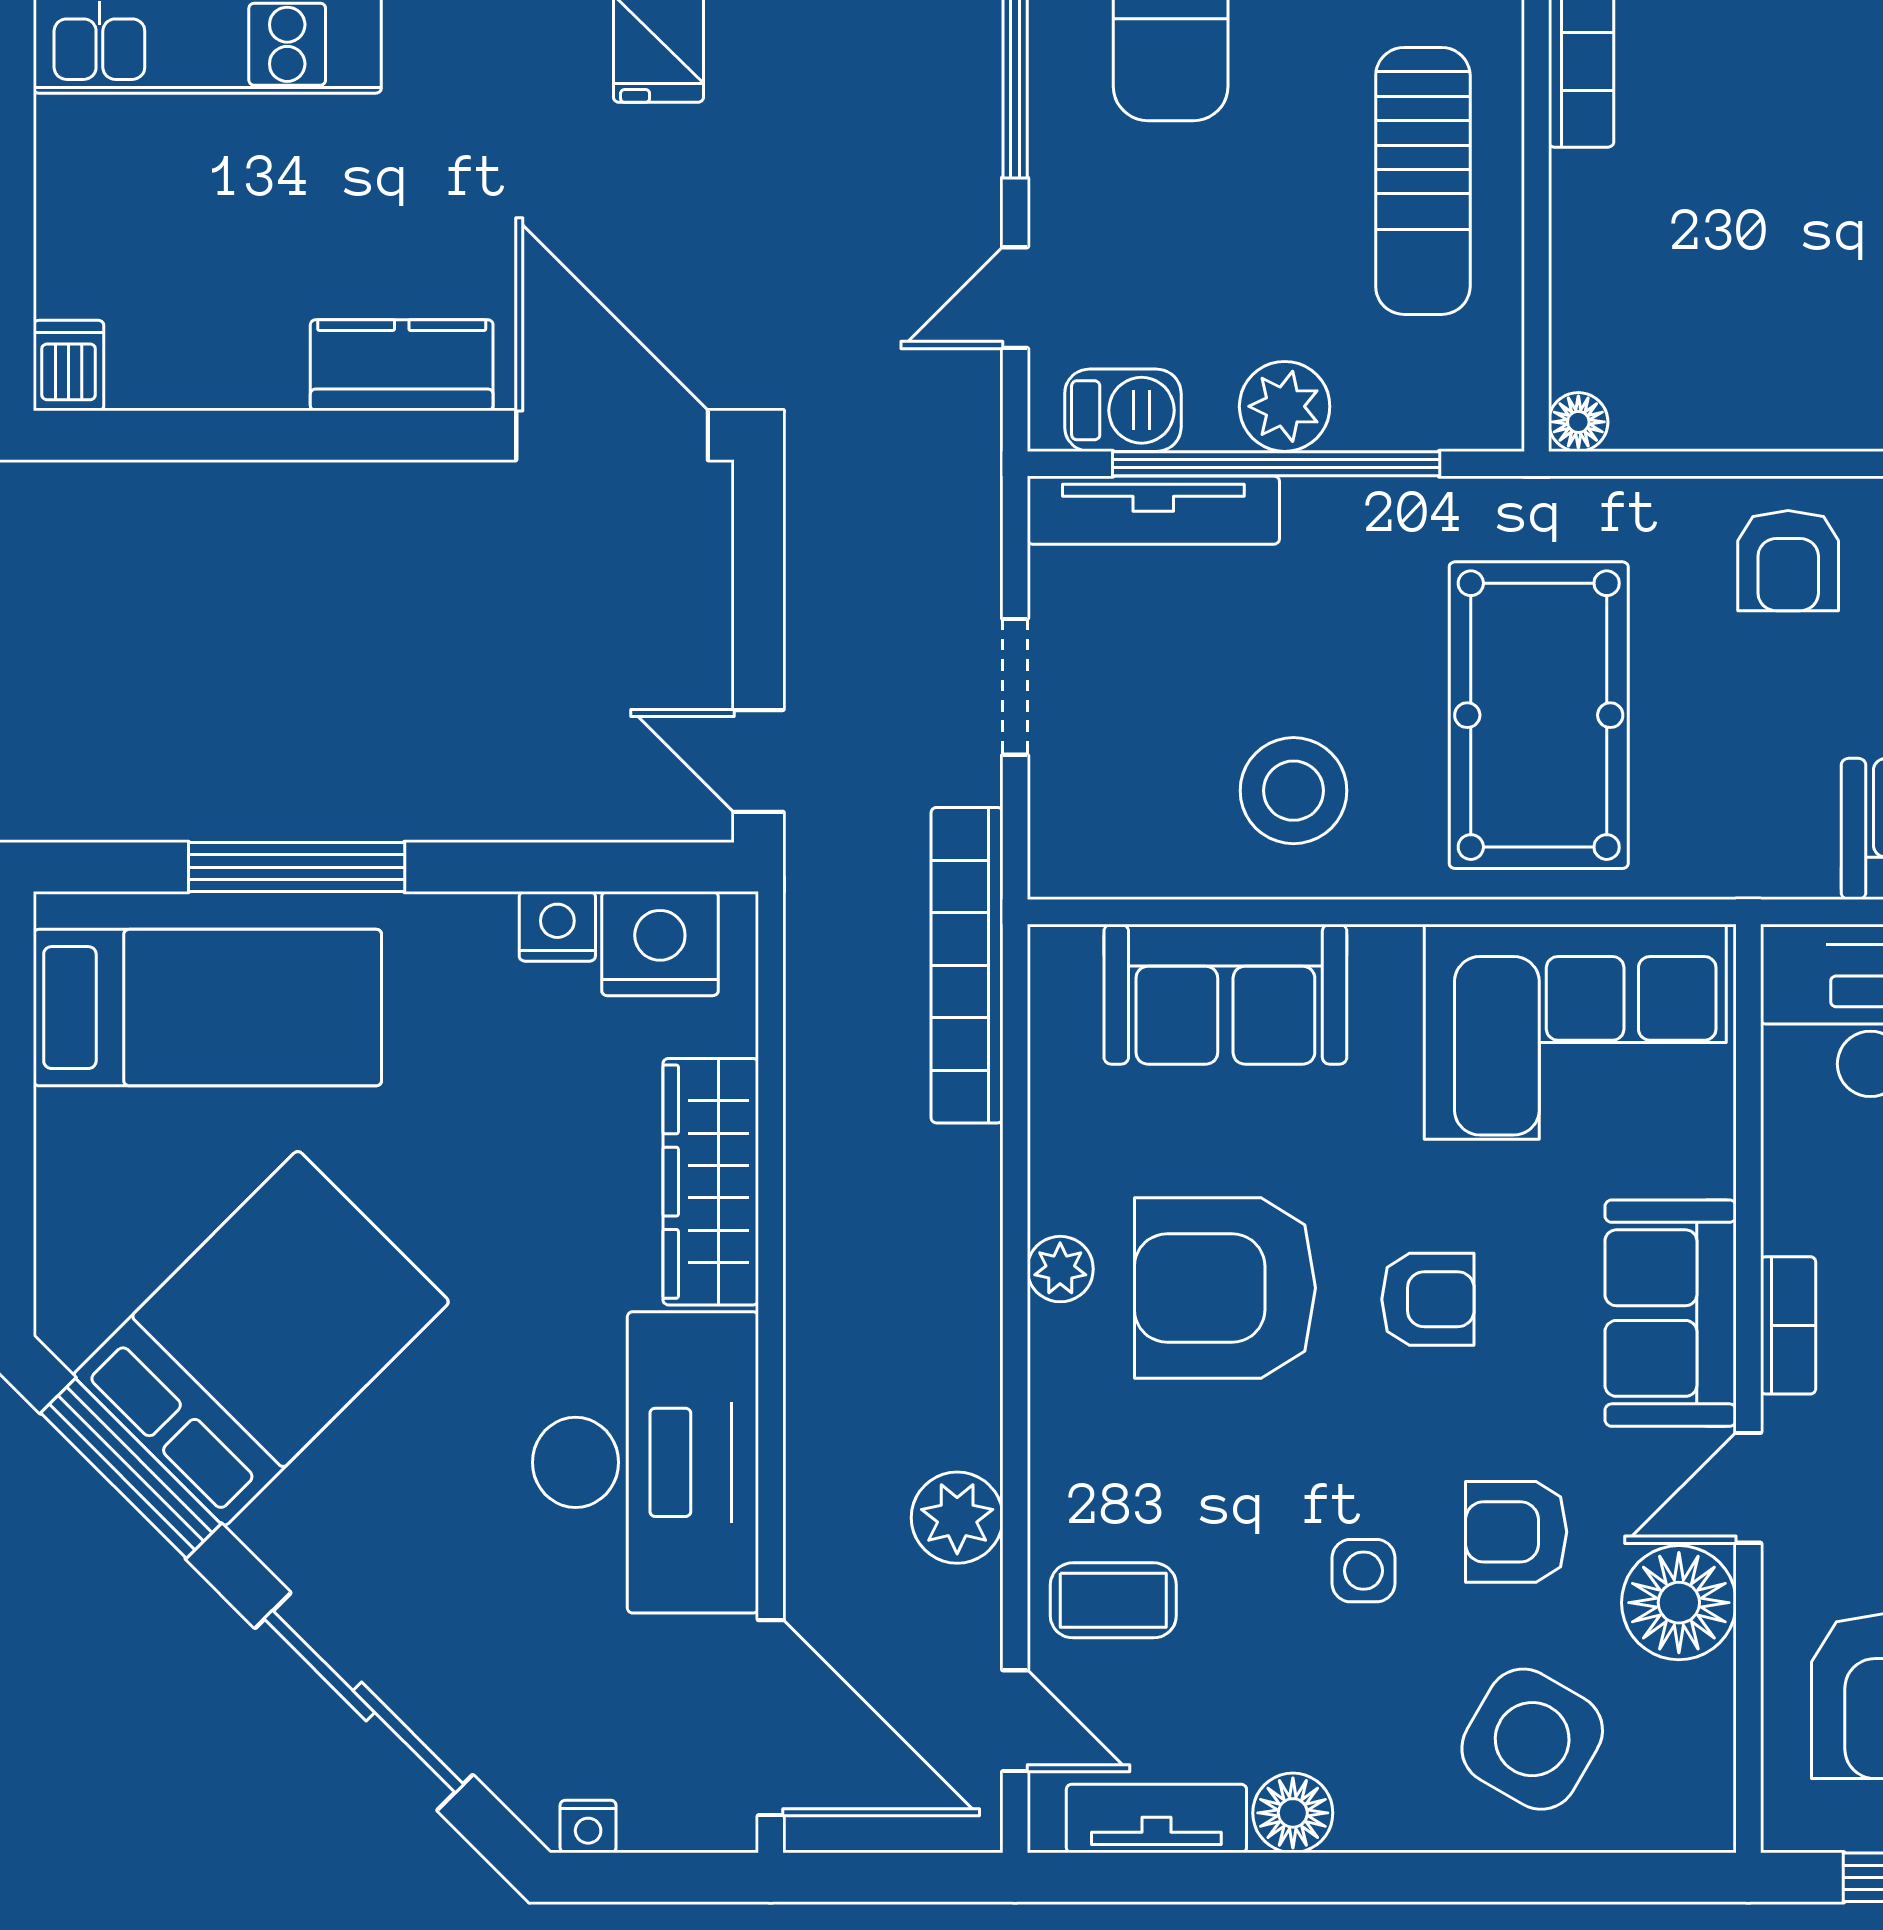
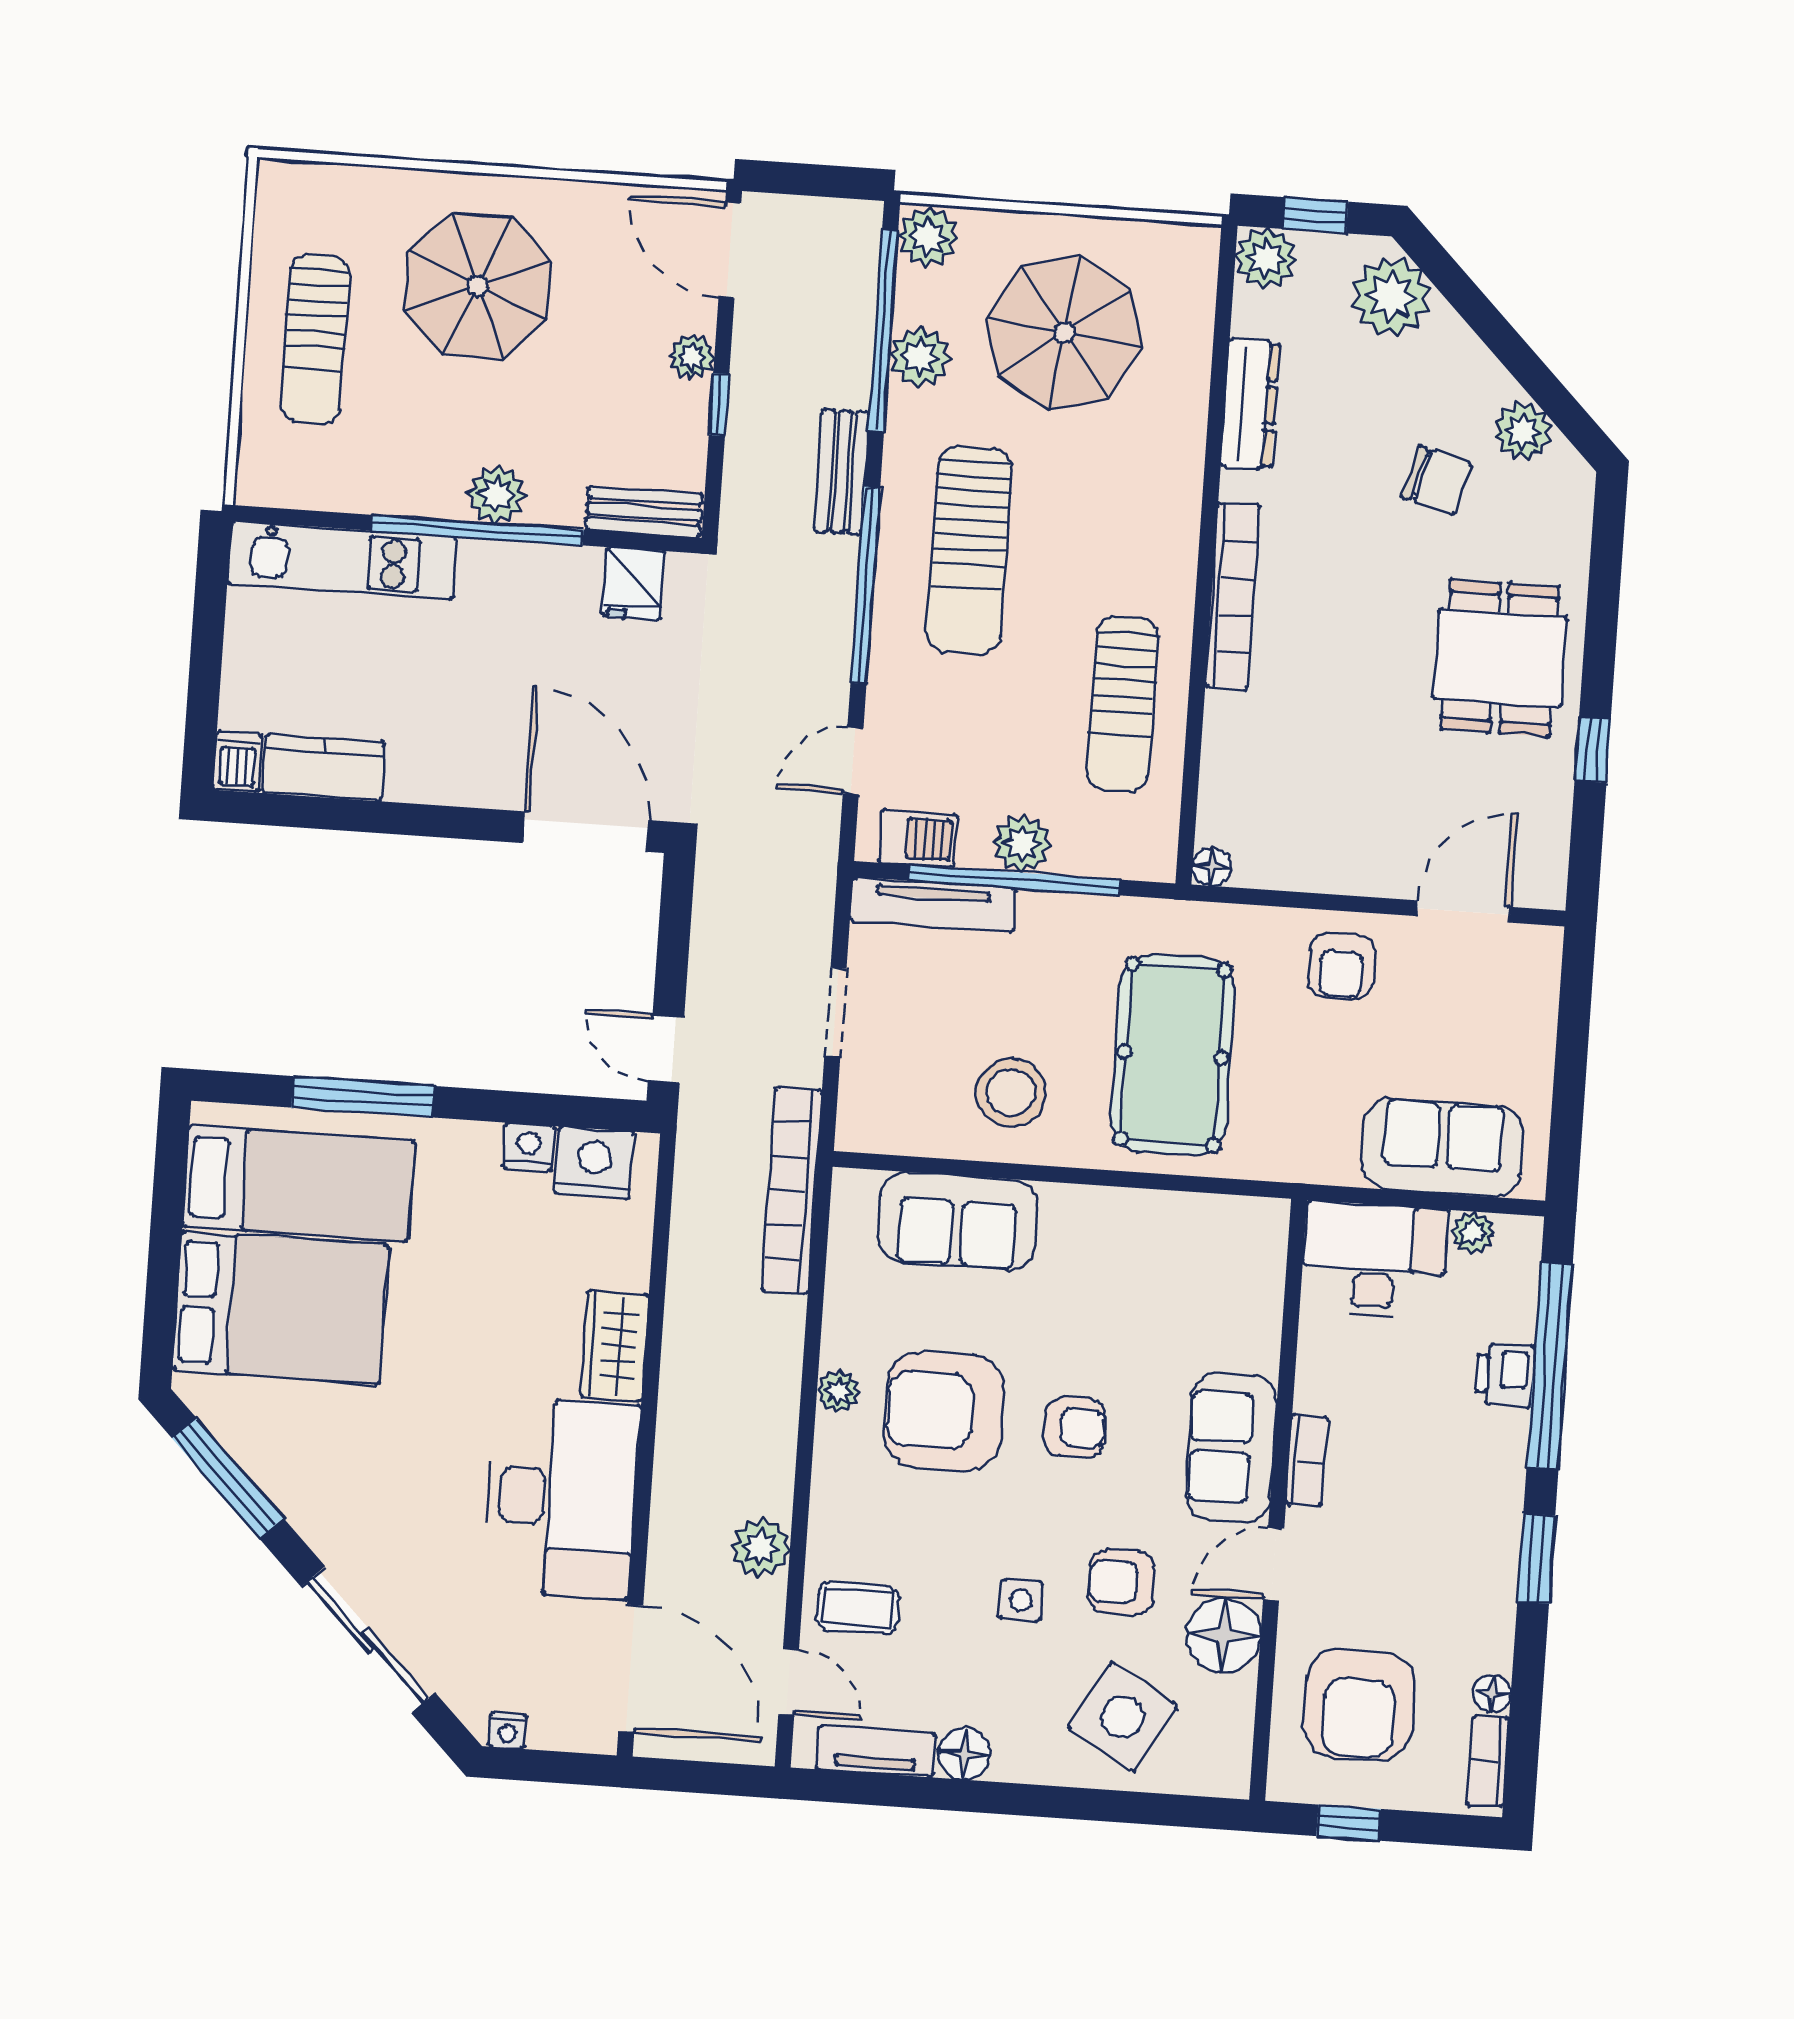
kitchen counter: (402, 365) -> (324, 768), moved
corner sofa: (1575, 1032) -> (1182, 1261), removed
wardrobe: (711, 1182) -> (614, 1346), width x0.67
bed: (261, 1338) -> (280, 1308), moved, turned 45

